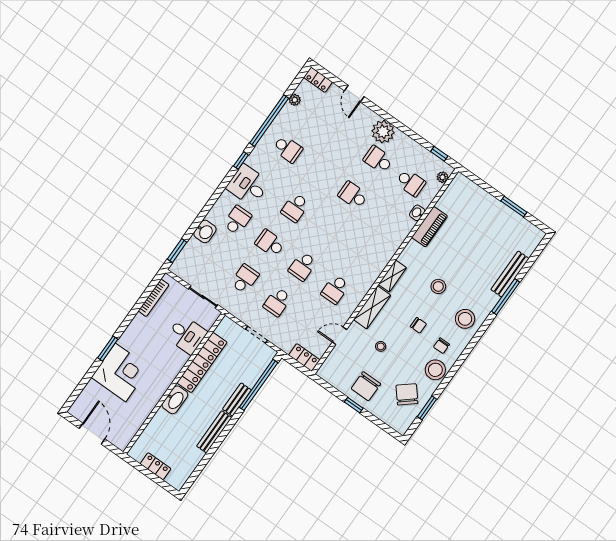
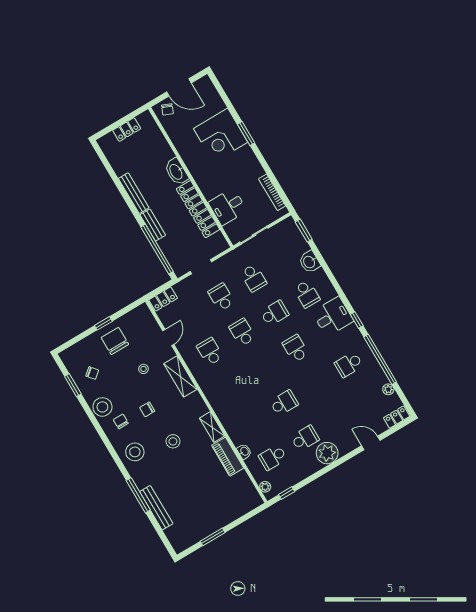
shelving: (392, 276) -> (212, 427), moved
chair: (407, 394) -> (92, 373), width x0.54, depth x0.54
chair: (118, 435) -> (167, 109), added

